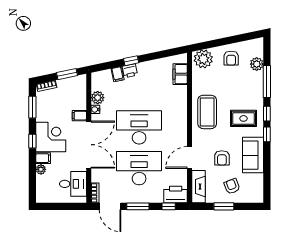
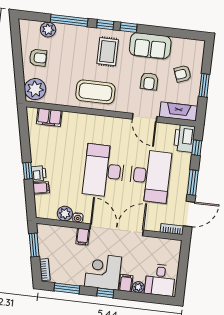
armchair: (222, 158) -> (149, 81), turned 90
desk: (139, 168) -> (150, 176), turned 180
desk: (73, 184) -> (160, 280), moved, turned 180

